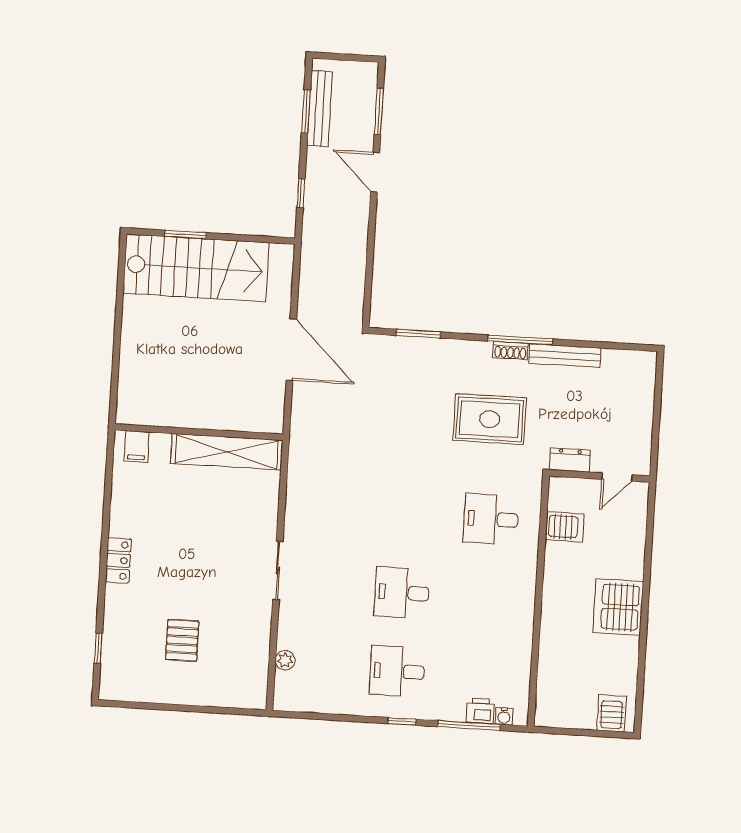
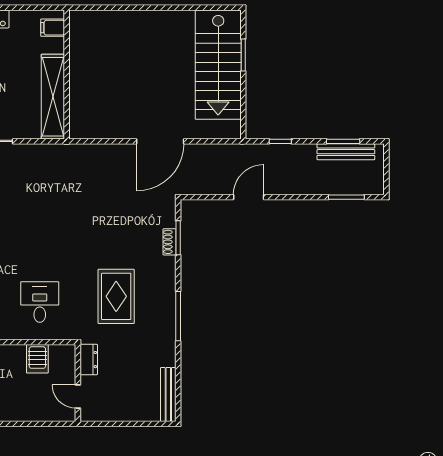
door: (375, 172) -> (249, 197), moved
shoe rack: (510, 351) -> (170, 242), moved
bench: (565, 356) -> (168, 394), moved
wall: (199, 432) -> (67, 74), moved
filing cabinet: (137, 447) -> (53, 28), moved
shelving: (227, 452) -> (53, 97), moved

